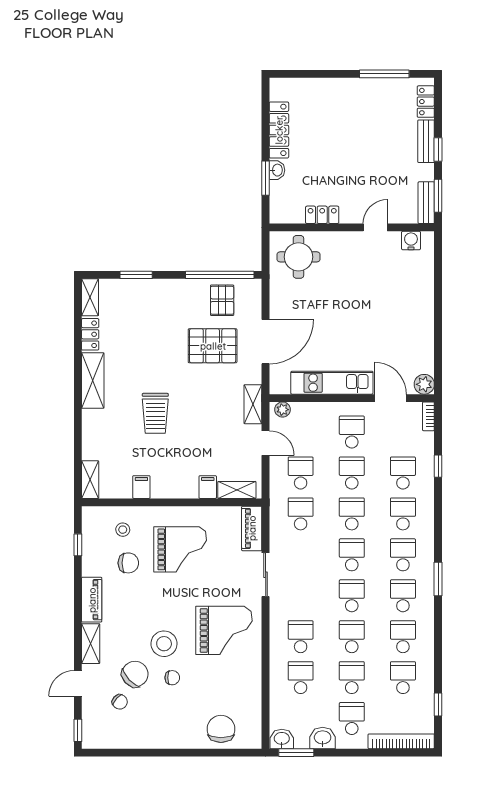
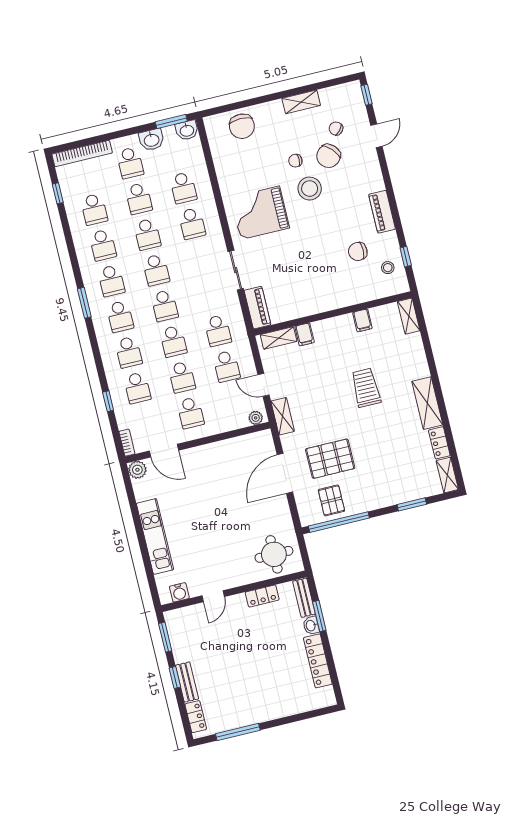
bench: (426, 203) -> (304, 598), moved
kitchen unit: (332, 383) -> (155, 536), moved, turned -90
stool: (123, 530) -> (388, 268), moved
grand piano: (180, 549) -> (315, 274), removed
shelving: (91, 644) -> (301, 102), moved, turned 90

